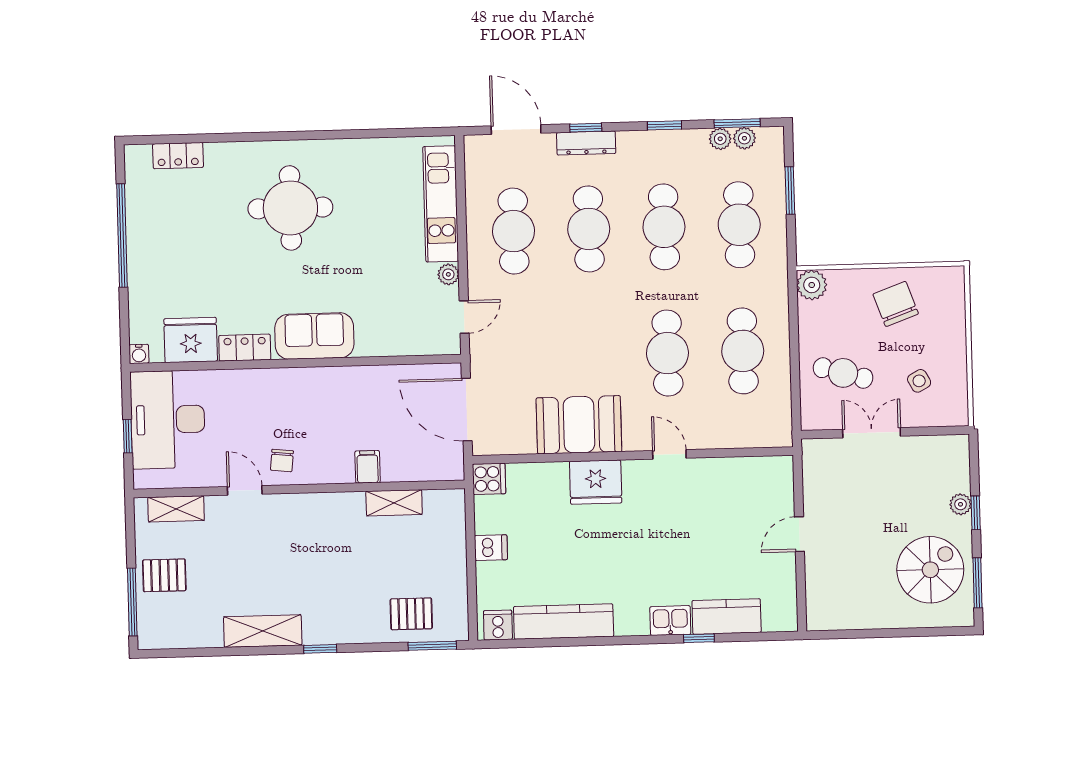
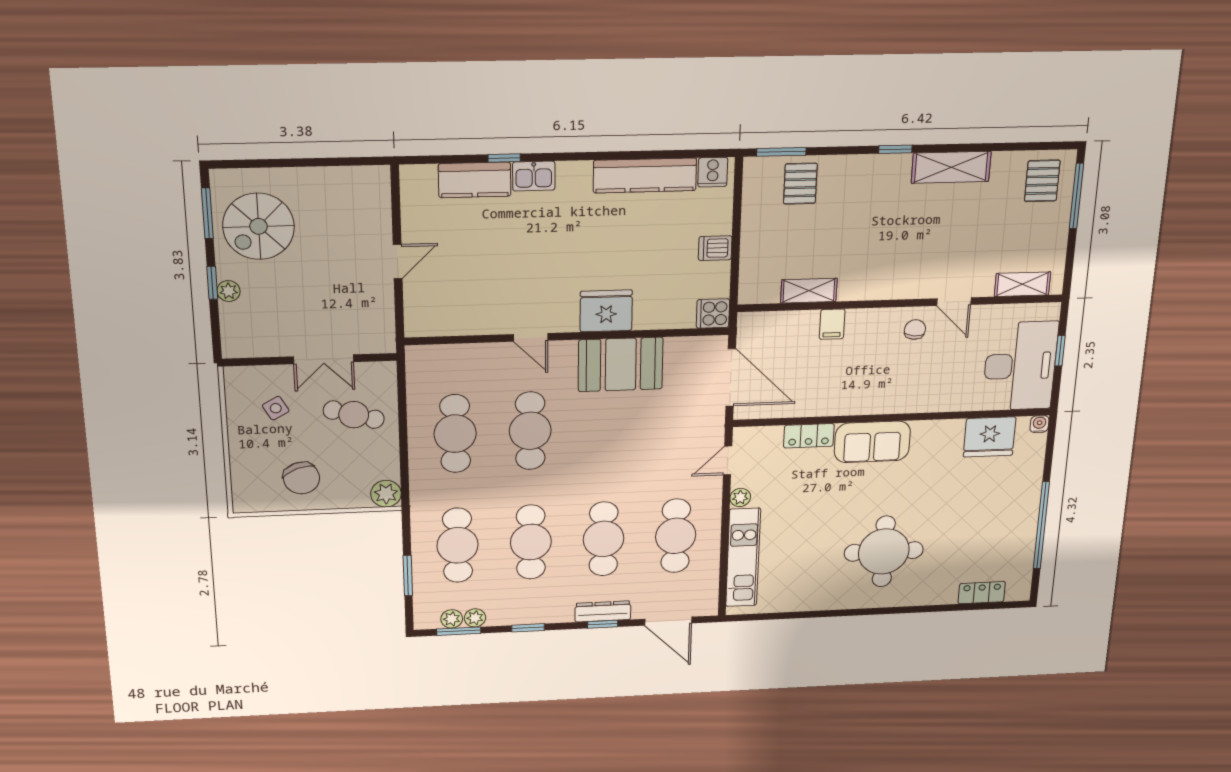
locker: (245, 348) -> (809, 436), moved
pallet: (164, 575) -> (1042, 181), moved, turned 90
pallet: (411, 614) -> (800, 184), turned 90

